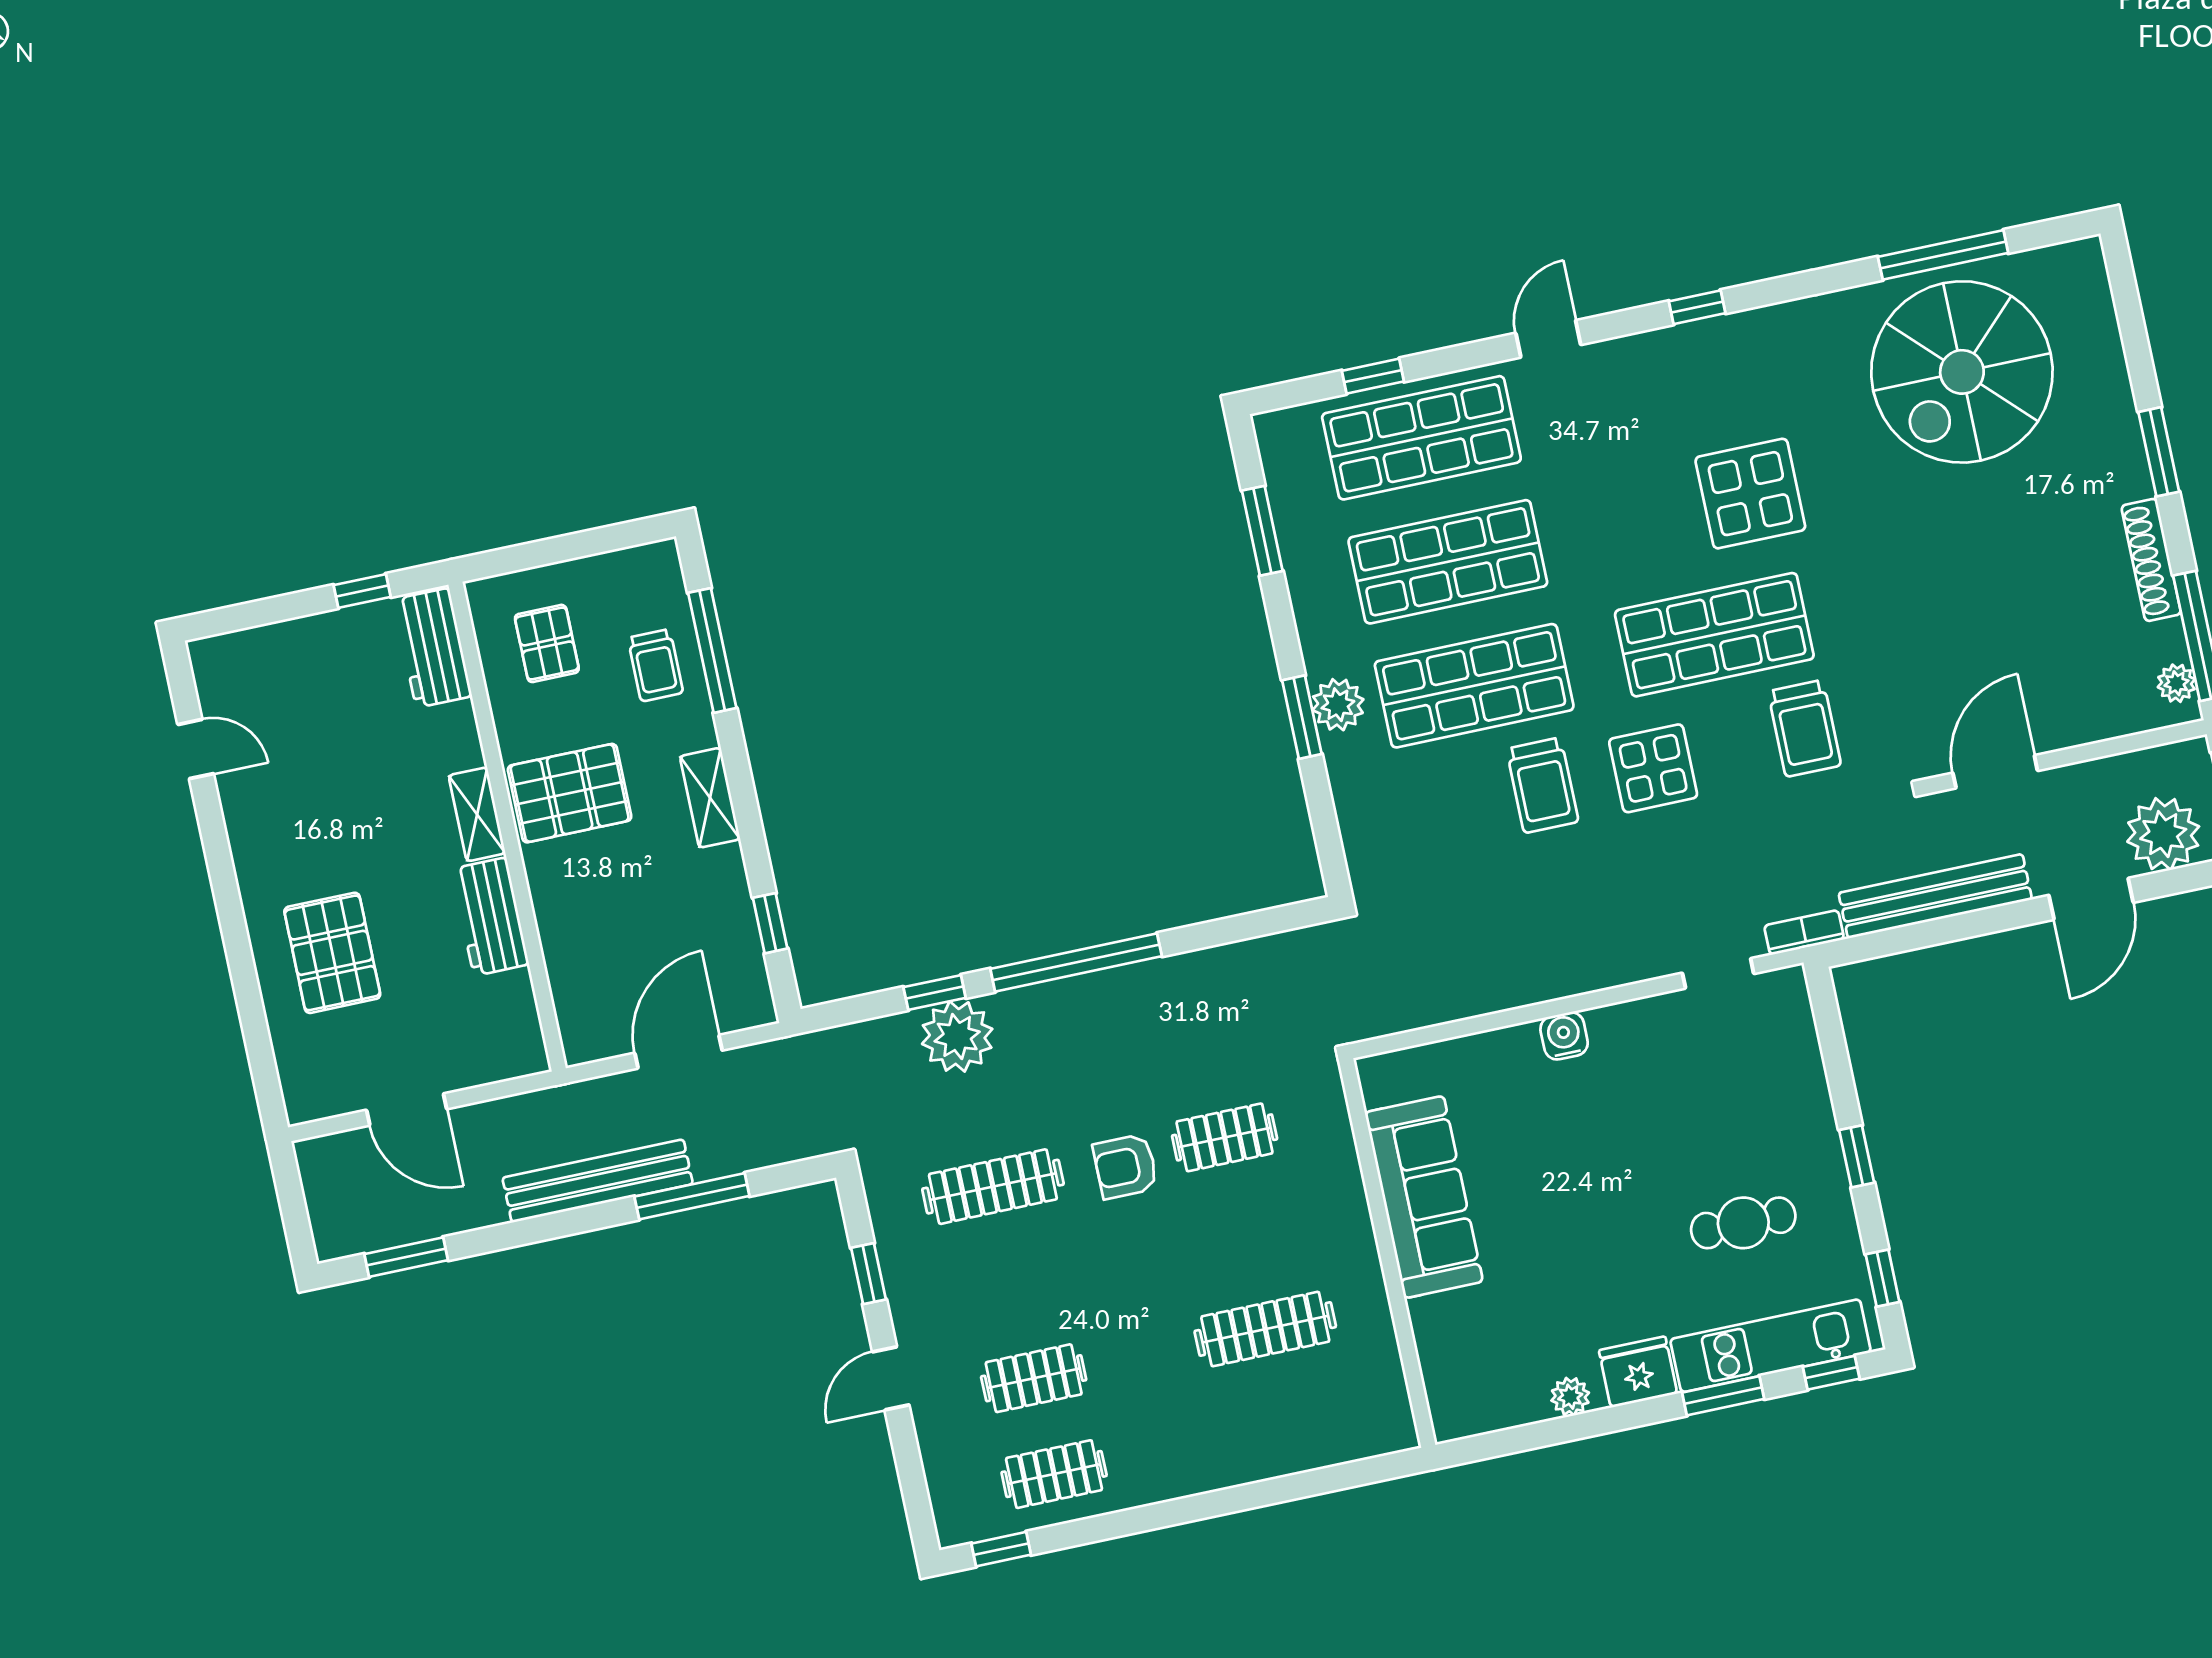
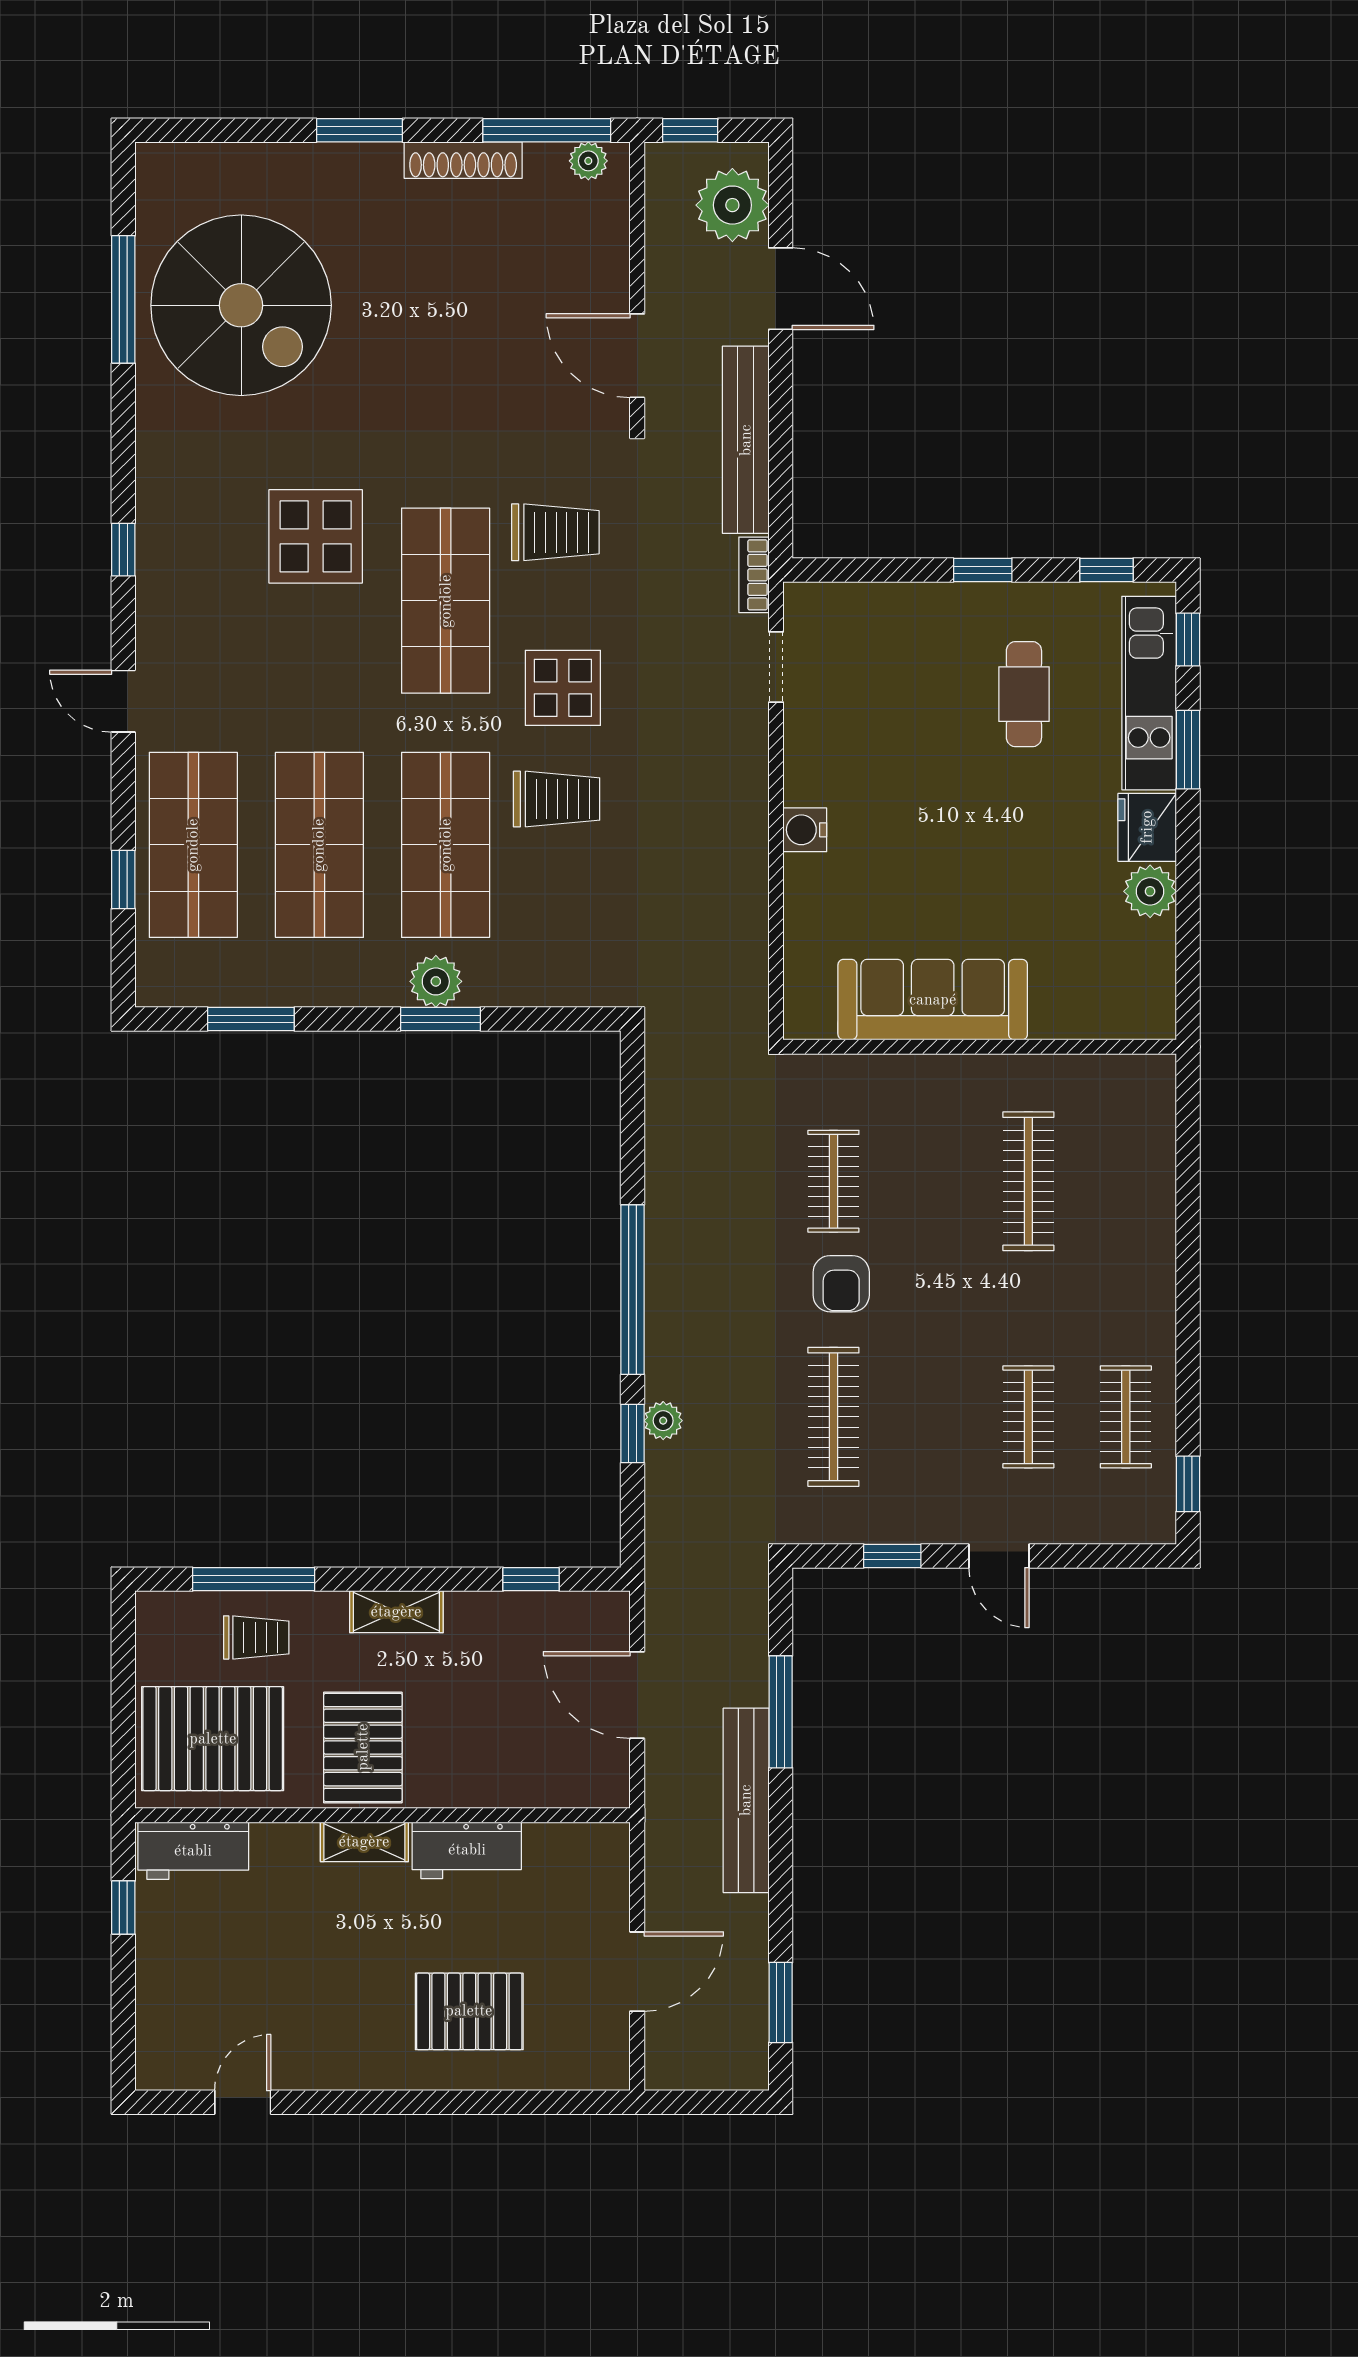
pallet: (547, 643) -> (213, 1739), width x2.05, depth x2.00
plant: (957, 1036) -> (663, 1421), width x0.53, depth x0.53
plant: (1570, 1397) -> (1150, 891), width x1.38, depth x1.38

